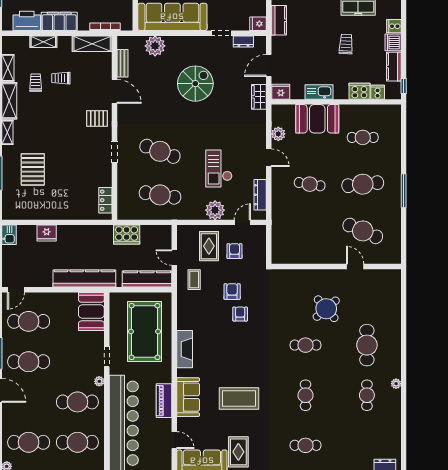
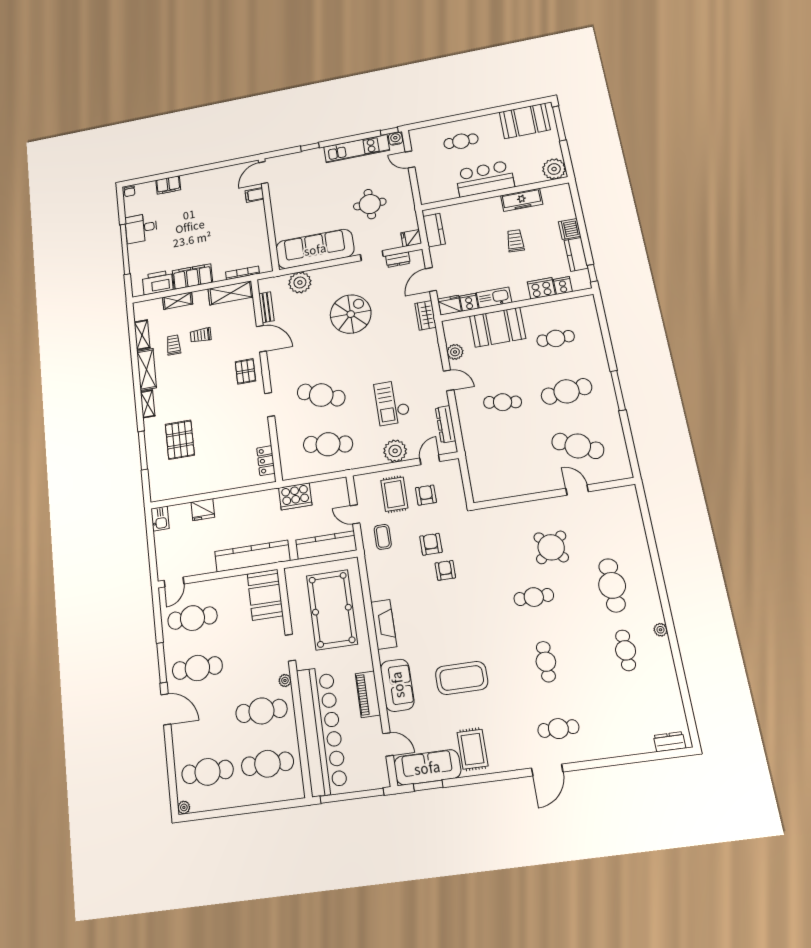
cooker: (394, 26) -> (469, 302), moved, turned 90
pallet: (97, 118) -> (245, 371), turned 90

